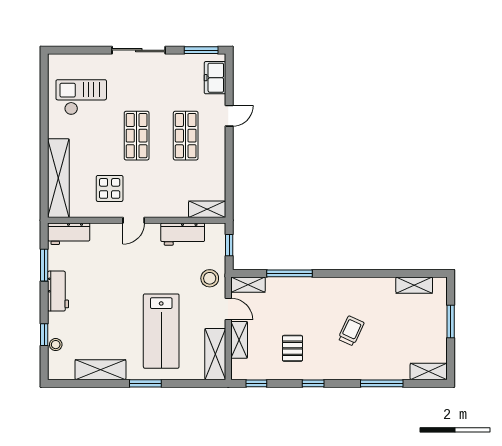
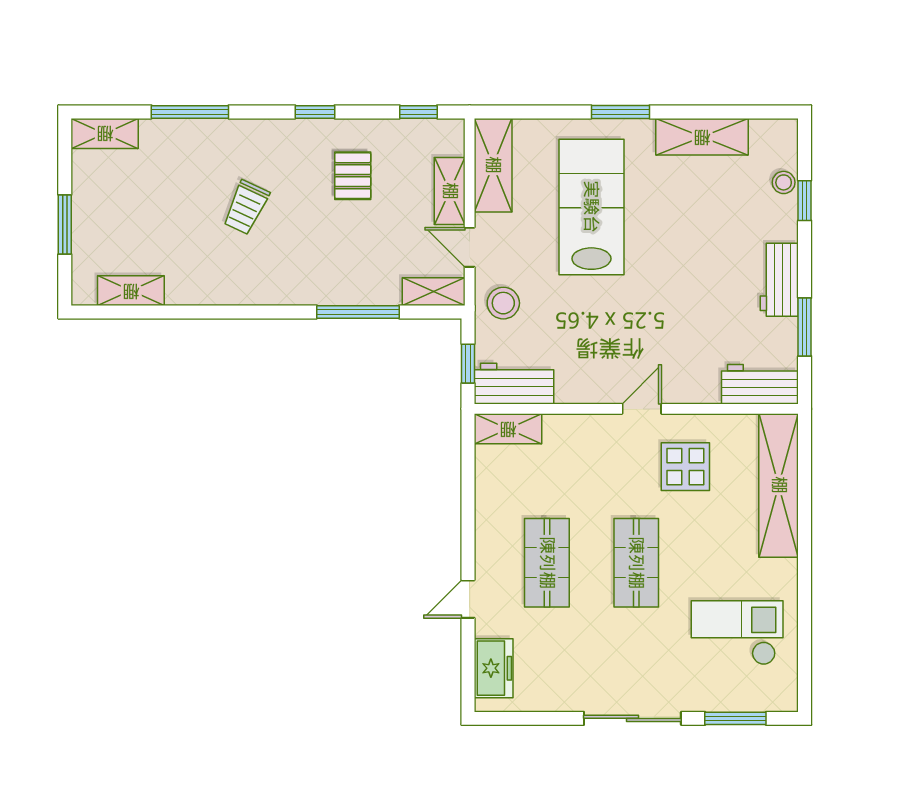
window: (201, 50) -> (735, 718), moved
checkout: (81, 97) -> (737, 633), turned 180
workbench: (183, 234) -> (514, 384), moved

